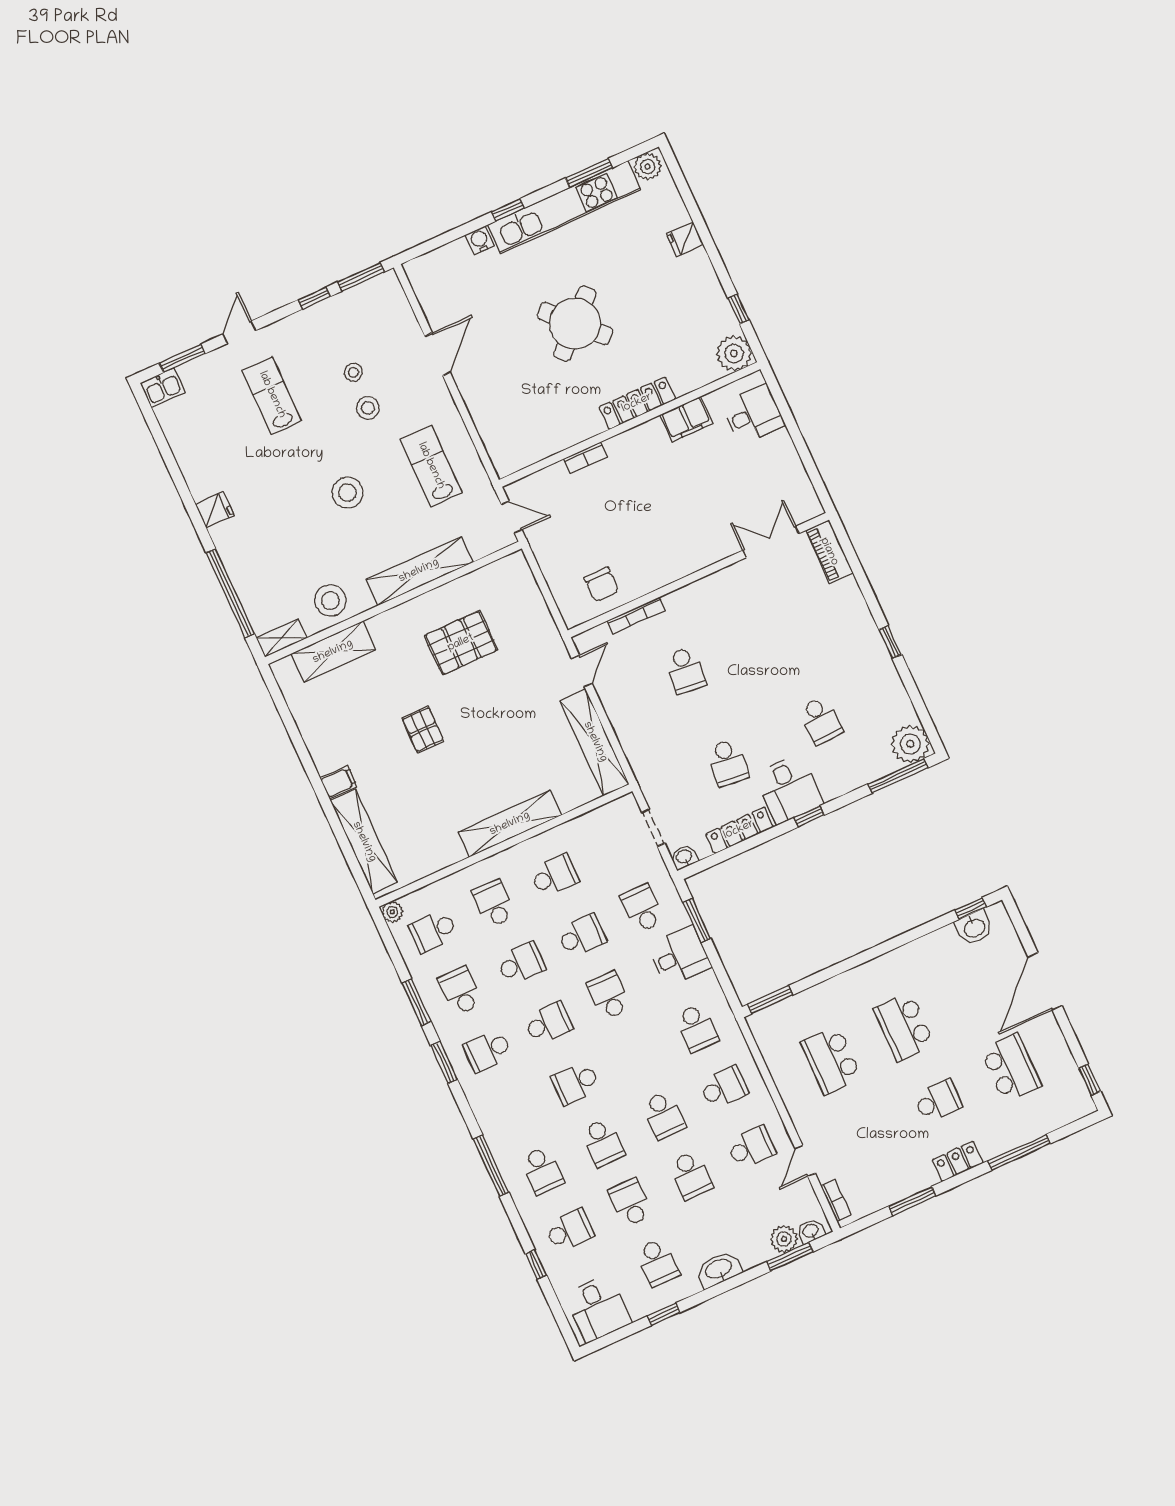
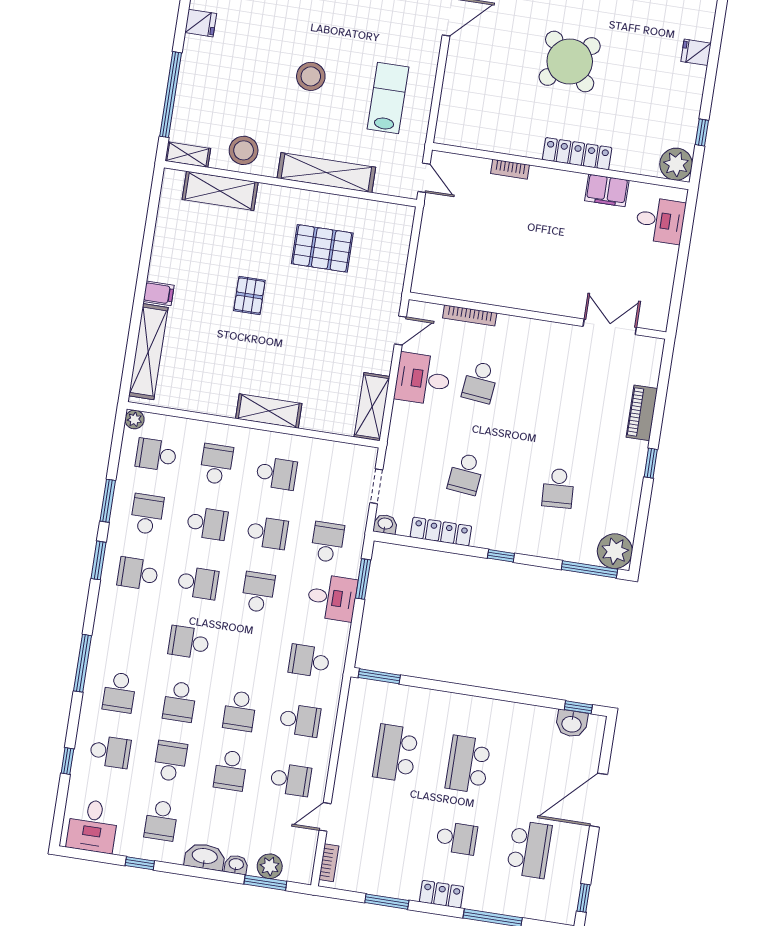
stool: (368, 408) -> (369, 22), removed
piano: (829, 552) -> (642, 413), moved
chair: (602, 584) -> (459, 274), removed
shelving: (595, 742) -> (372, 407), width x0.68
desk: (789, 789) -> (423, 379), moved, turned 90
shelving: (510, 824) -> (269, 411), width x0.68
school desk: (697, 1028) -> (309, 661), turned 90
washbasin: (811, 1231) -> (236, 865), moved

